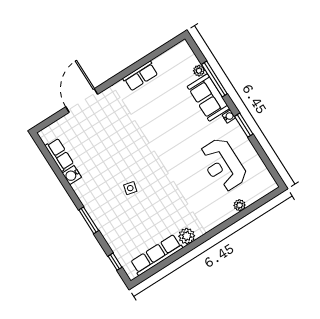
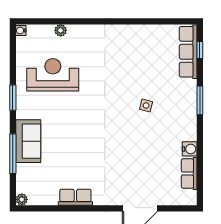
plant: (199, 71) -> (22, 199), moved
water cooler: (229, 116) -> (21, 31), moved
reception desk: (223, 165) -> (53, 75), turned -90
plant: (187, 236) -> (123, 33), removed
row of seats: (157, 255) -> (188, 52), moved, turned 90

